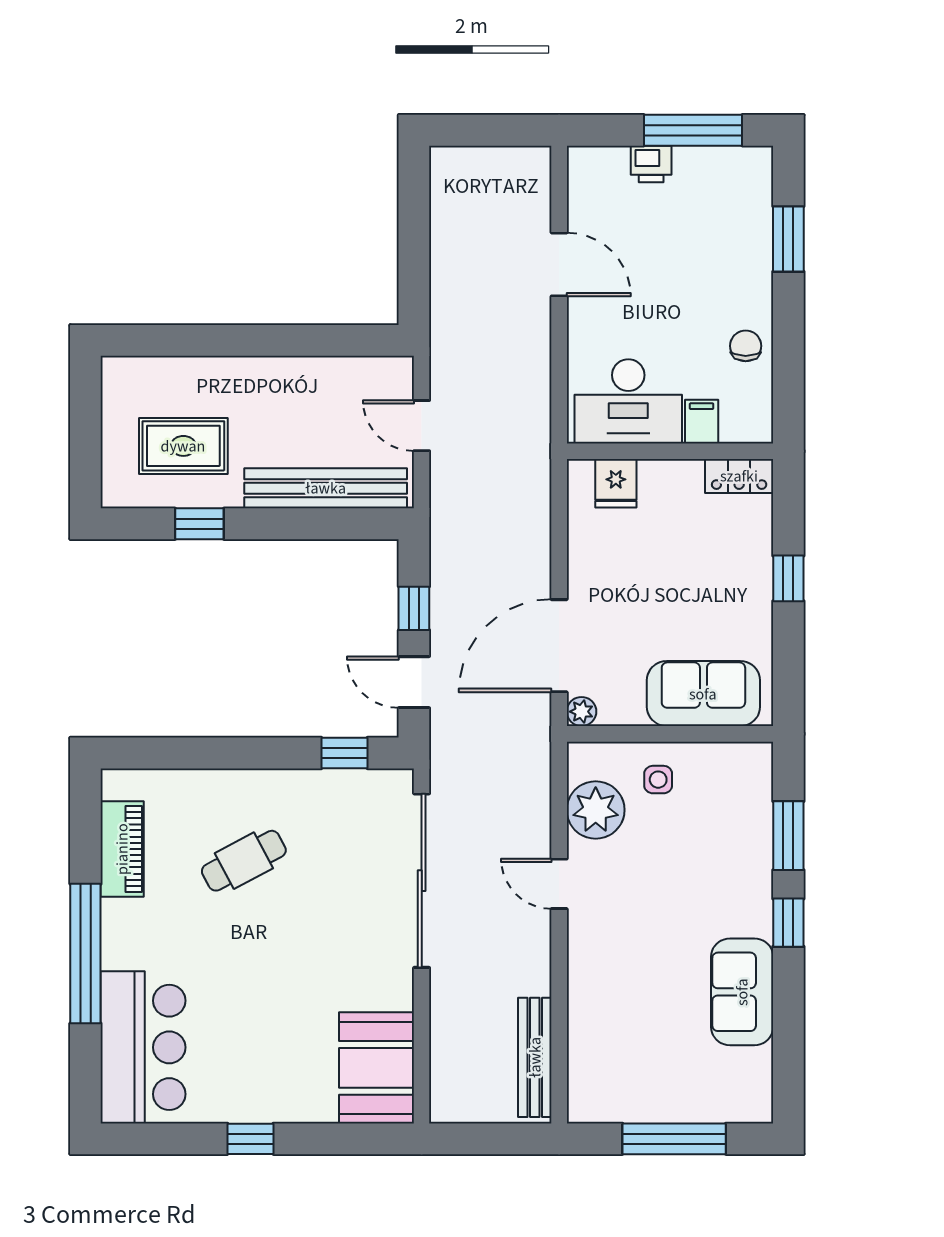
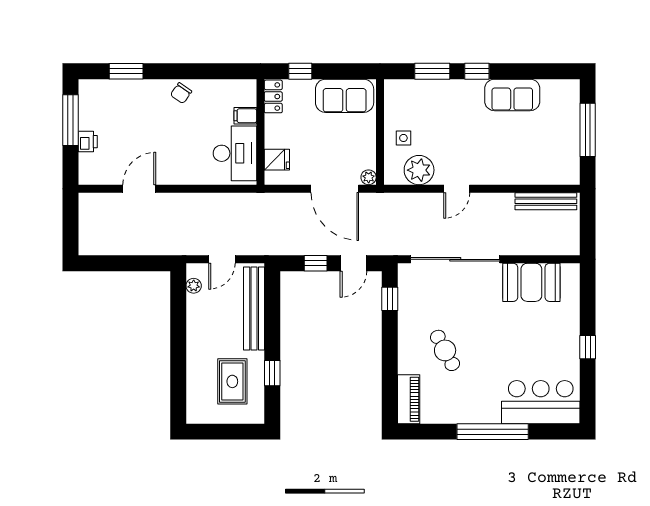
chair: (746, 346) -> (181, 93), turned -55
plant: (370, 370) -> (194, 286), added
desk: (628, 401) -> (235, 153), moved
filing cabinet: (702, 422) -> (245, 116), moved
wall: (670, 451) -> (261, 132), moved
locker: (739, 476) -> (273, 96), moved
fridge: (616, 483) -> (277, 160), moved
sofa: (703, 694) -> (345, 96), moved, turned -90
piano: (122, 849) -> (409, 399), moved, turned 90
booth: (377, 1068) -> (531, 282), moved

